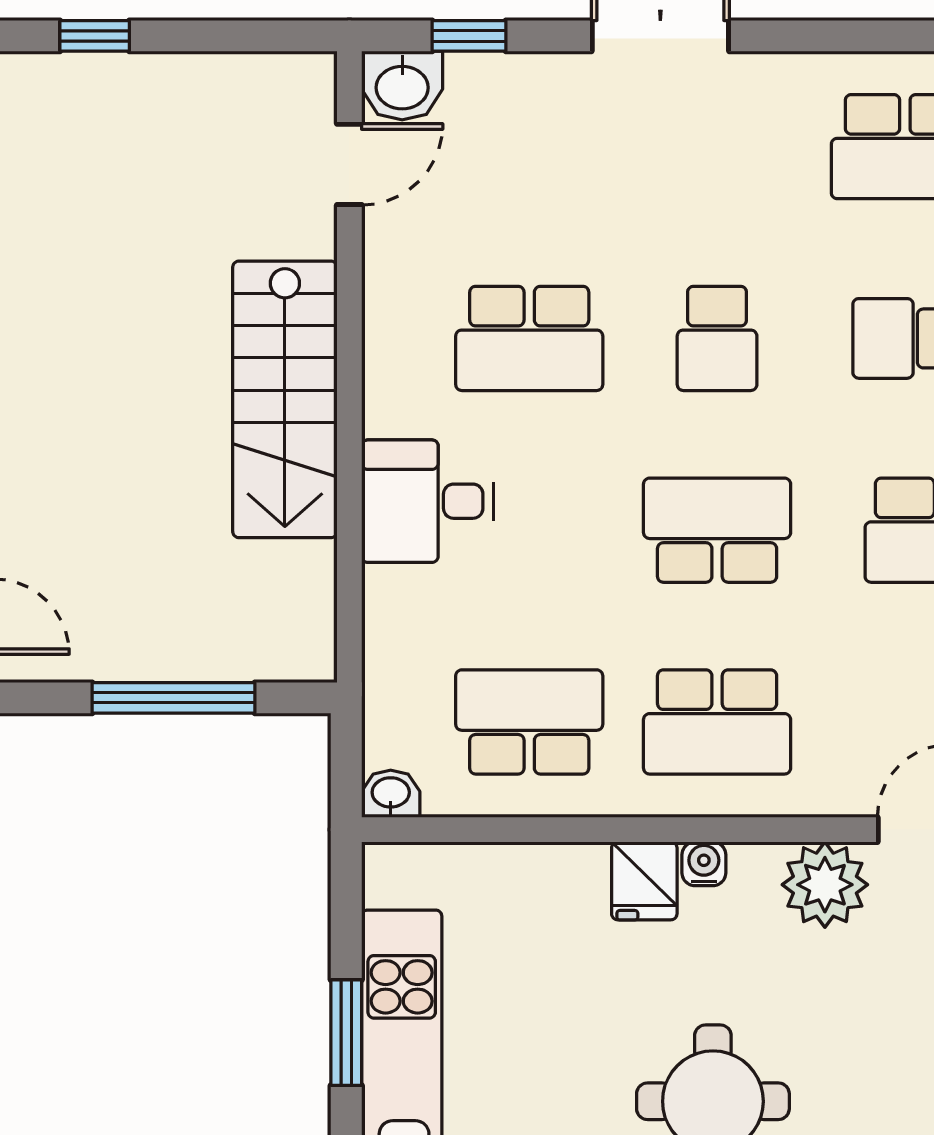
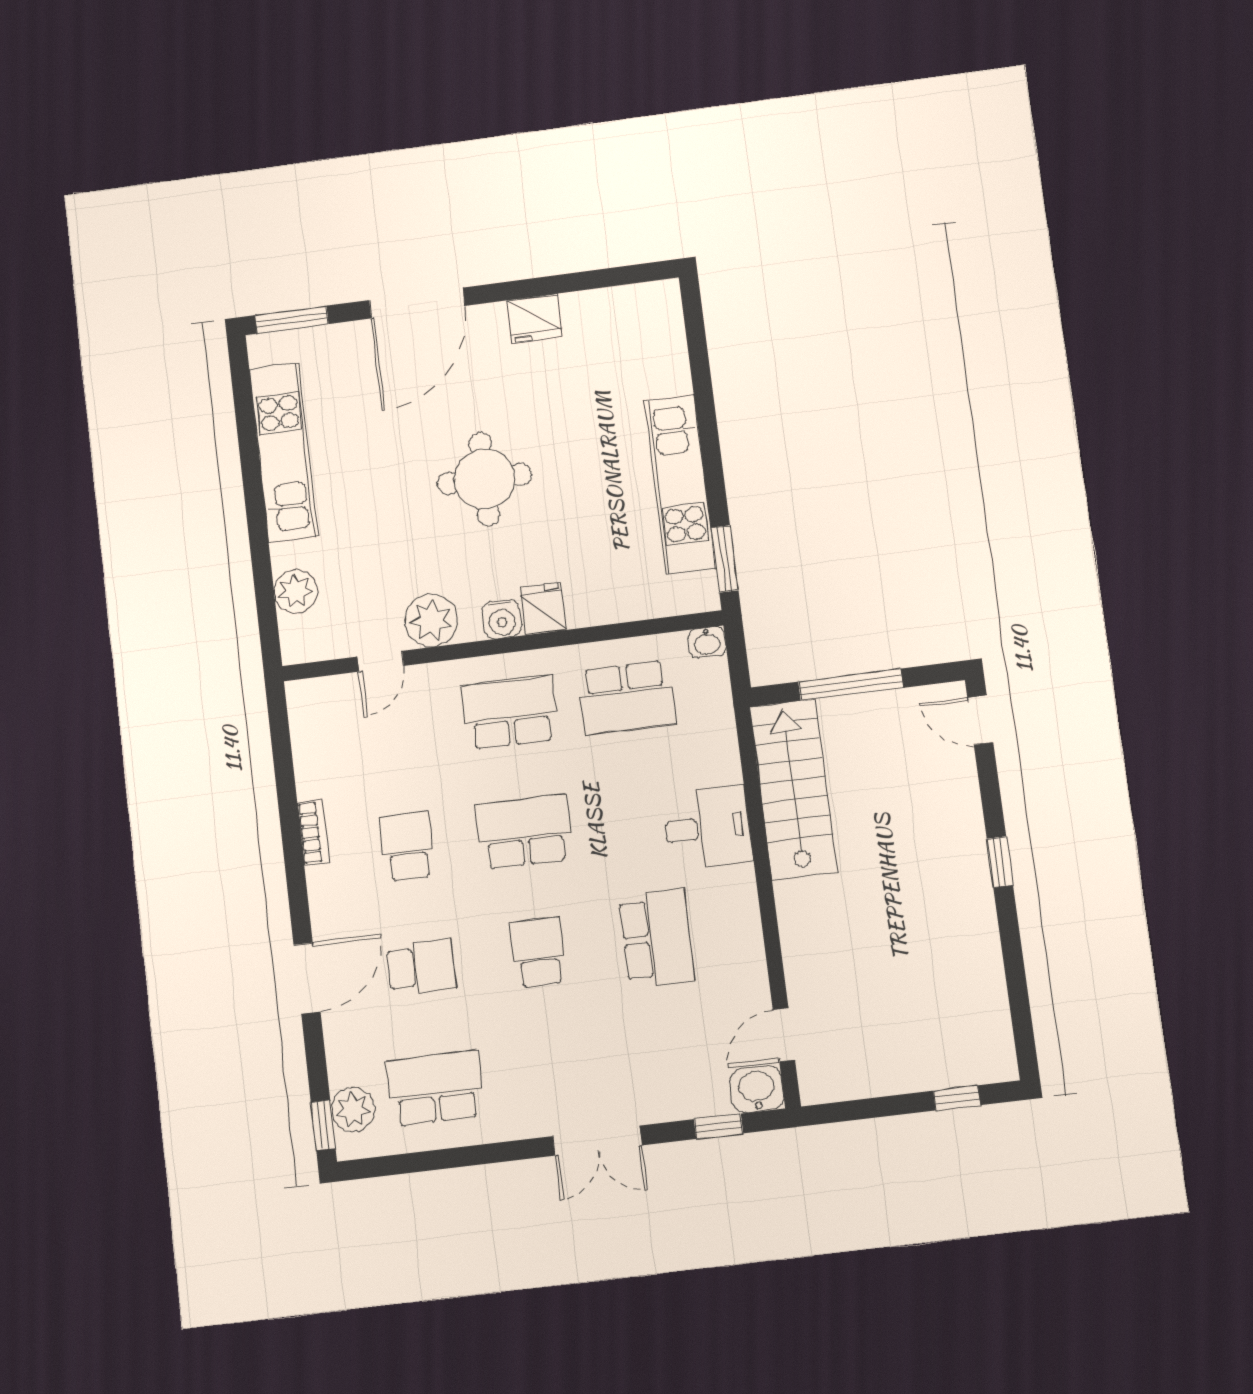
school desk: (529, 338) -> (656, 938), turned 90
stairs: (285, 399) -> (793, 789), moved
school desk: (717, 530) -> (524, 832), turned 180
water cooler: (704, 864) -> (502, 619), width x1.38, depth x1.38
window: (346, 1033) -> (725, 559), moved

